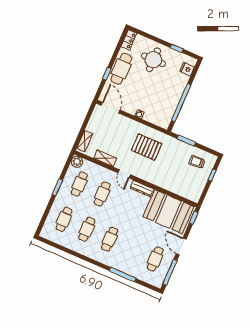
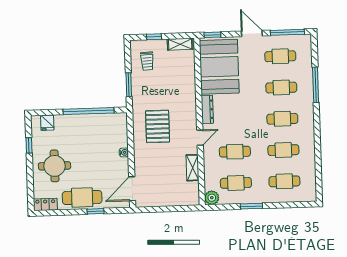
shelving: (85, 141) -> (180, 44), moved
door: (181, 246) -> (252, 33), swing flipped
cafe table: (132, 249) -> (281, 88), added

